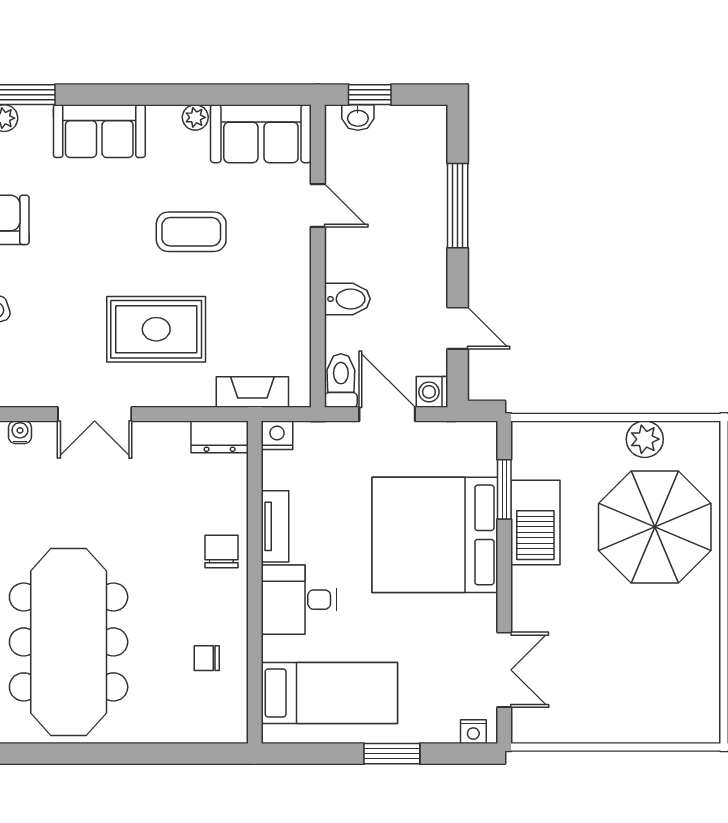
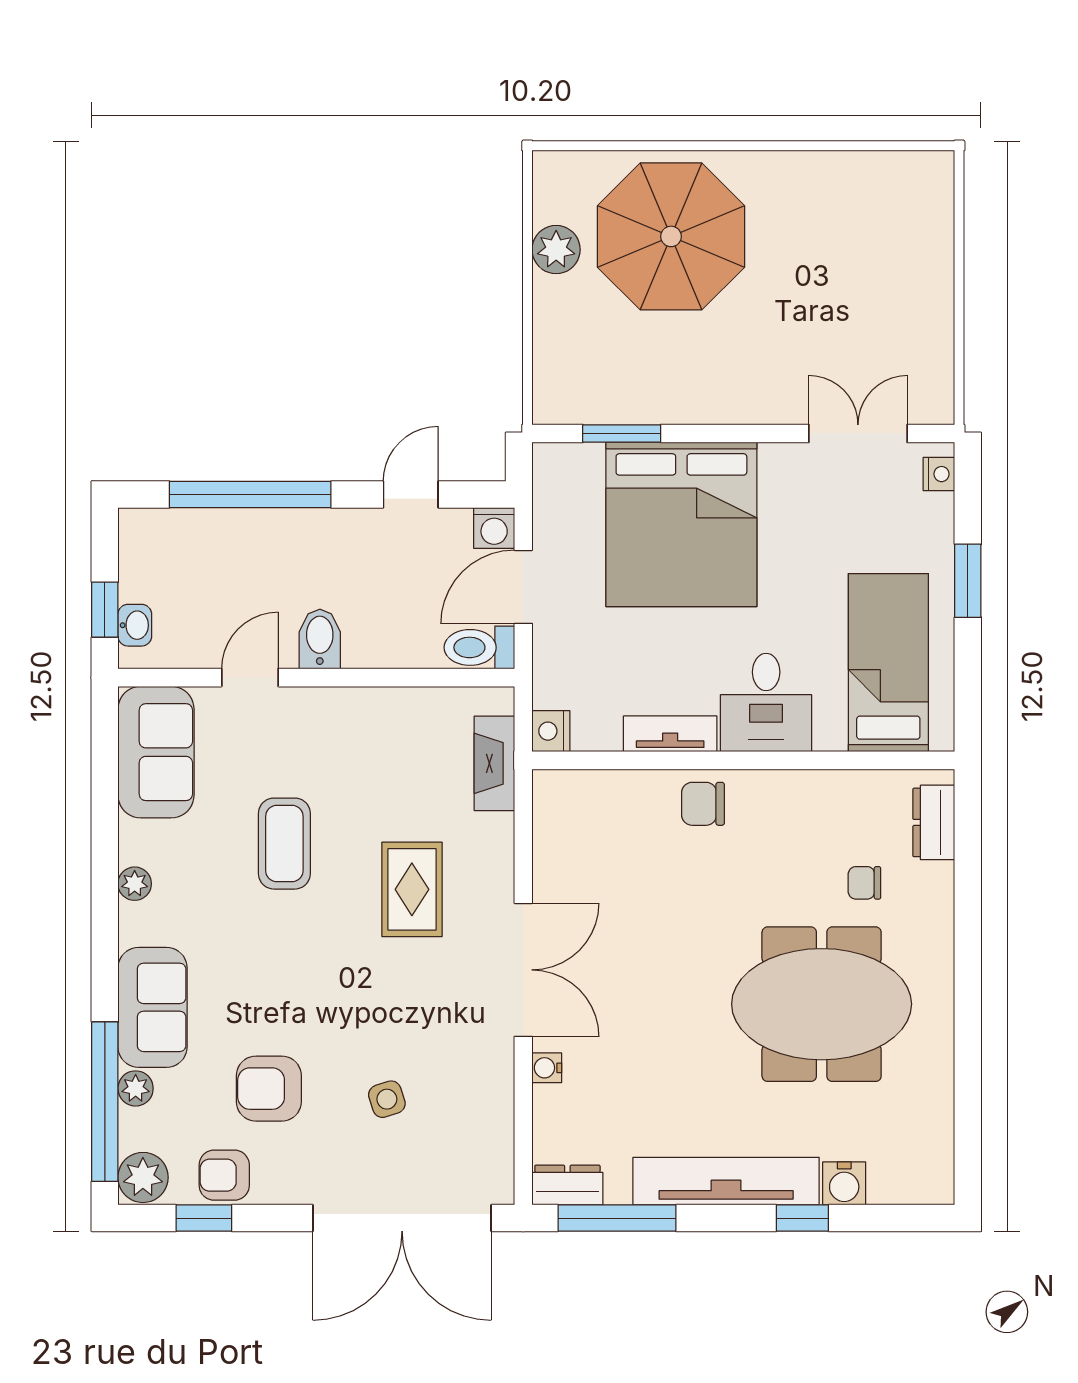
plant: (195, 117) -> (135, 884), moved
sofa: (99, 131) -> (153, 1007), moved
window: (458, 206) -> (250, 495), width x1.46
bidet: (347, 299) -> (320, 639), moved
rug: (156, 329) -> (412, 889), width x0.73, depth x0.70
double door: (95, 414) -> (523, 970), width x1.37
dresser: (220, 437) -> (934, 822), moved, turned 180
barbecue: (535, 522) -> (665, 393), removed
meeting table: (69, 642) -> (822, 1004), width x0.73
chair: (207, 658) -> (864, 883), moved, turned 90

